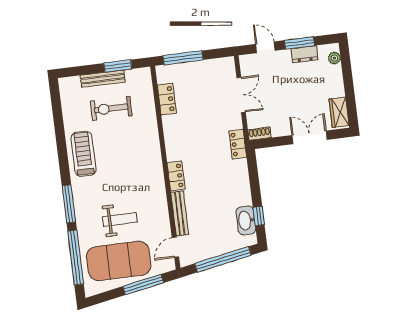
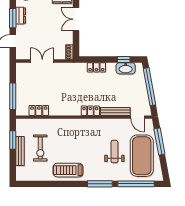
locker: (238, 144) -> (96, 67), moved

